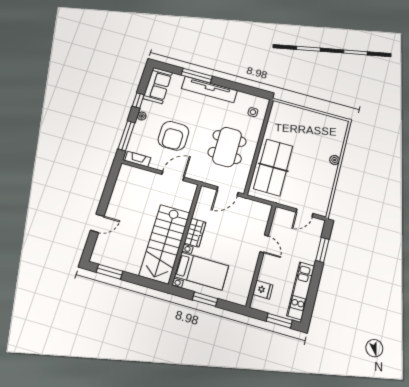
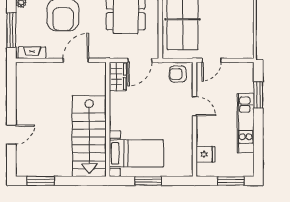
armchair: (257, 212) -> (178, 74), added
door: (305, 213) -> (212, 60), moved
wardrobe: (195, 233) -> (118, 76), moved
kitchen unit: (301, 291) -> (246, 123), moved

